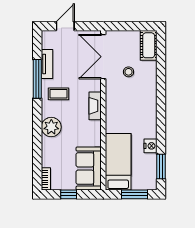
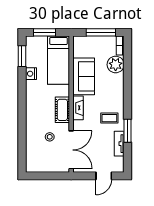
cot: (149, 45) -> (62, 110), moved
window: (37, 79) -> (128, 131), width x0.69
plant: (51, 127) -> (116, 65), moved
sofa: (89, 169) -> (84, 76), moved
window: (69, 194) -> (101, 32), width x2.17

